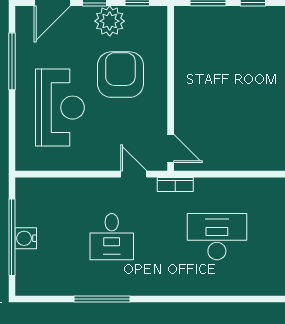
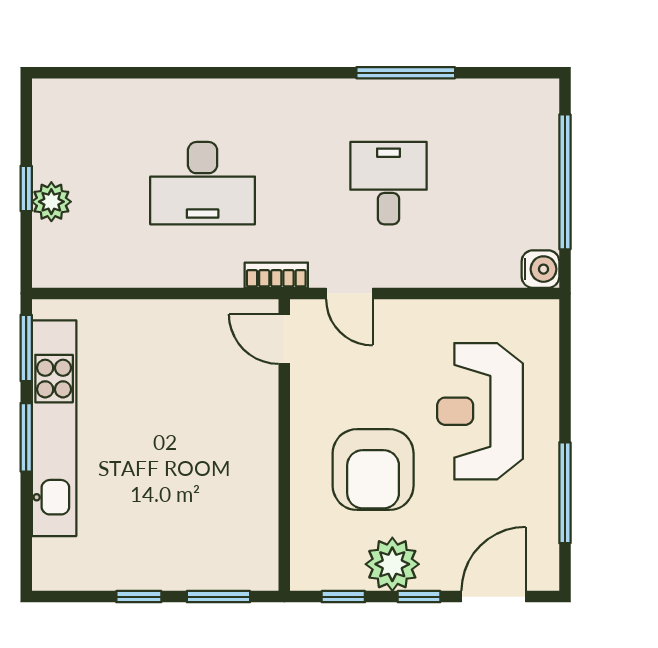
water cooler: (26, 238) -> (540, 269), moved

